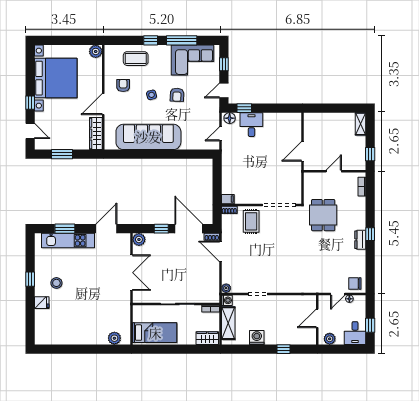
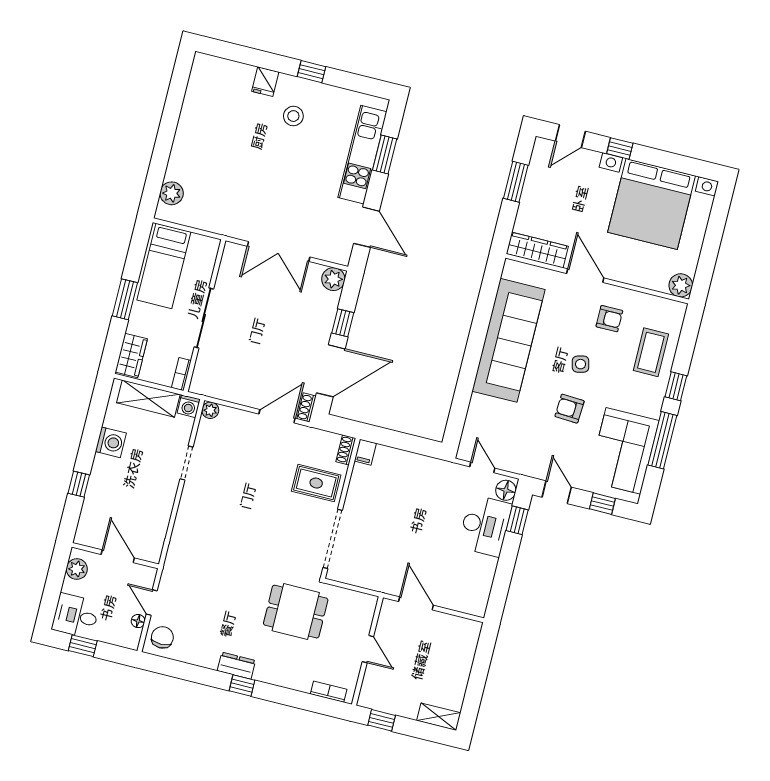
desk: (251, 125) -> (485, 526), width x1.37
window: (178, 349) -> (125, 299), added

